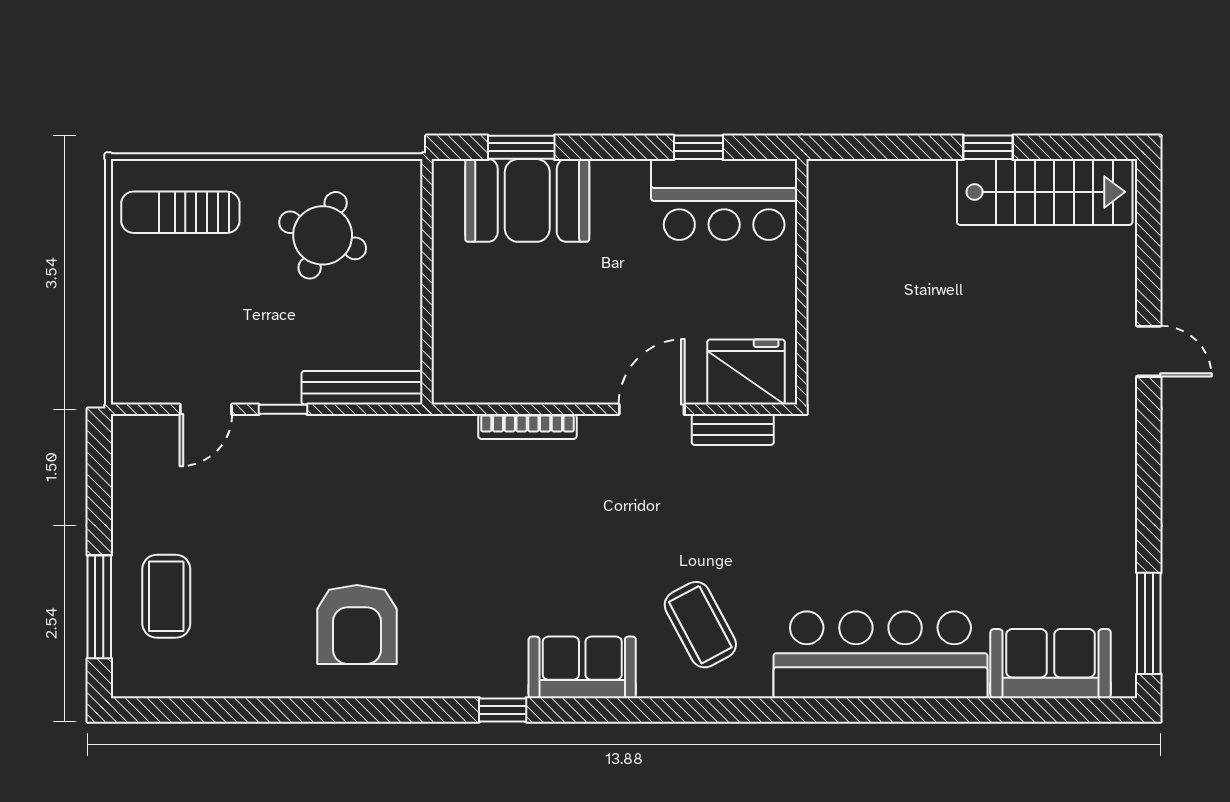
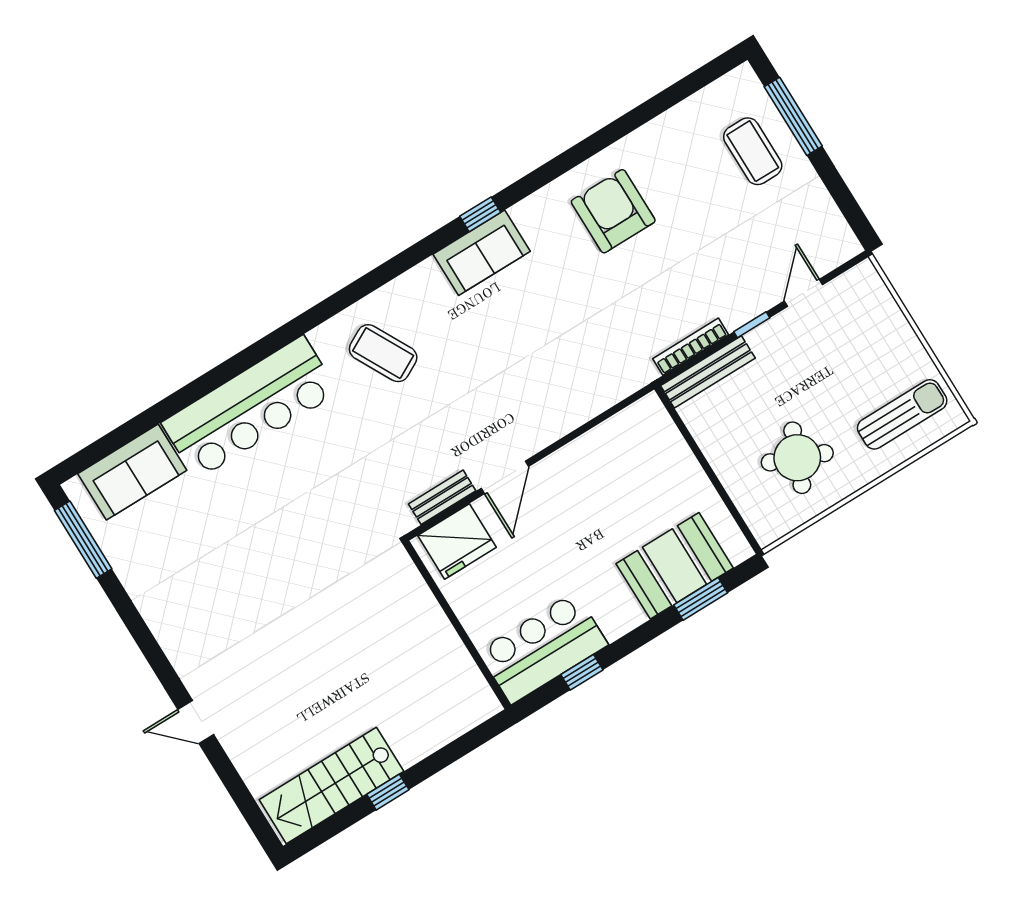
bookcase: (527, 426) -> (691, 347), moved
sofa: (582, 667) -> (482, 253), moved

